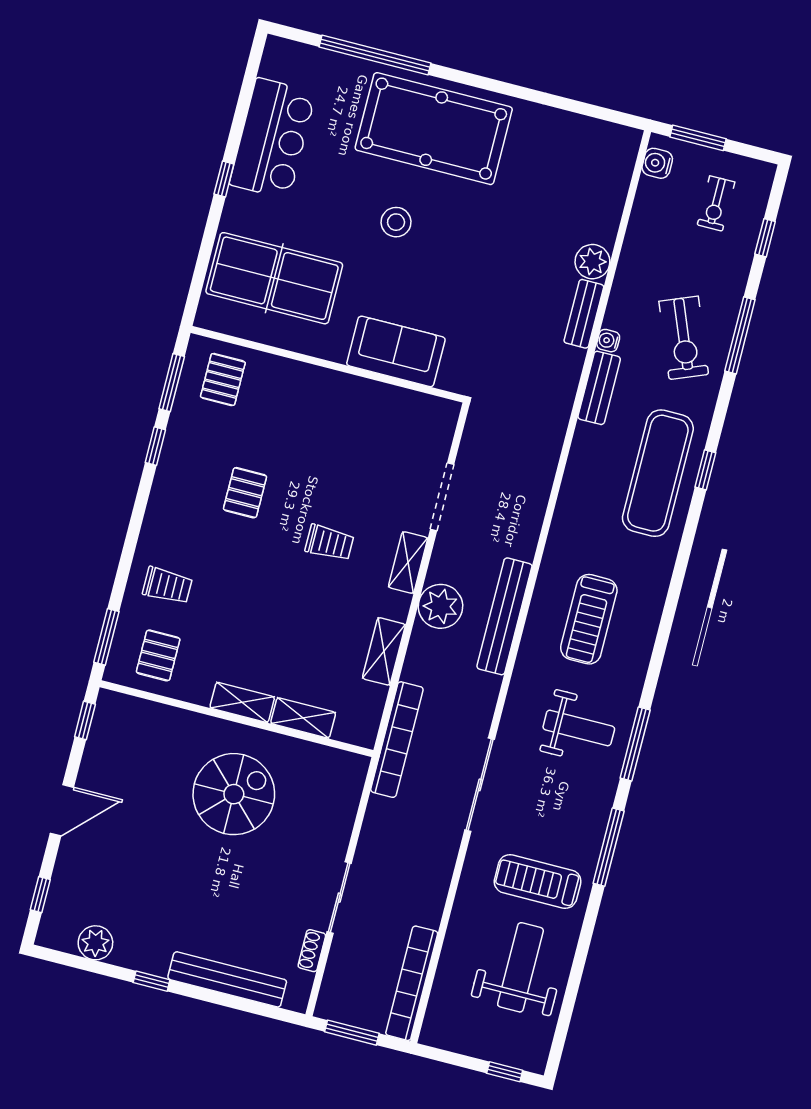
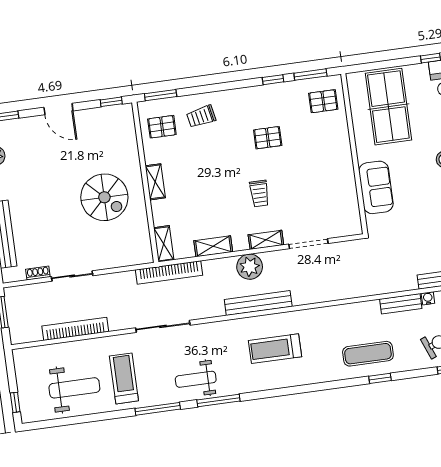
exercise mat: (658, 473) -> (368, 354), width x0.73, depth x0.69
trolley: (167, 586) -> (201, 116), turned 79
shelving: (303, 718) -> (164, 244), moved
weight bench: (579, 728) -> (196, 379), moved, turned 90
bookcase: (412, 983) -> (75, 329), moved

